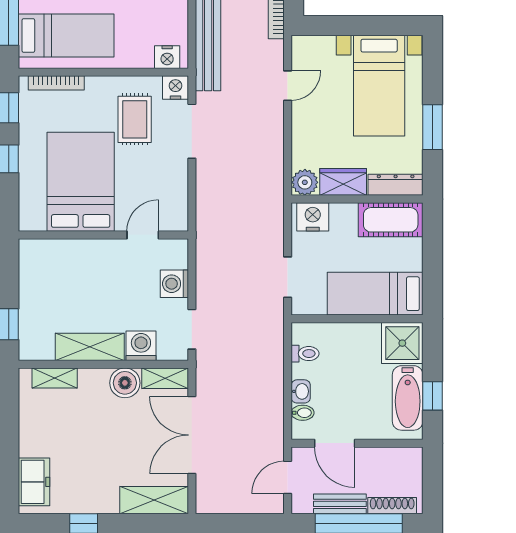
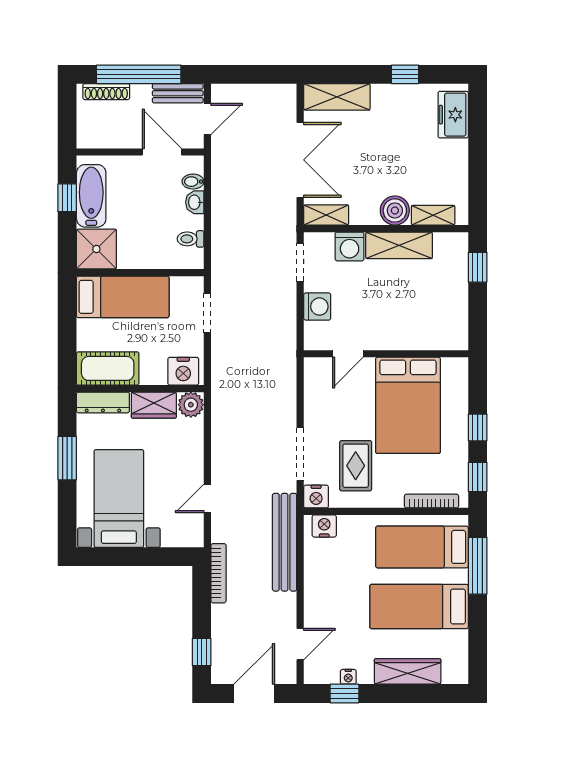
boiler: (125, 383) -> (395, 210), moved
bench: (340, 504) -> (178, 93), moved

